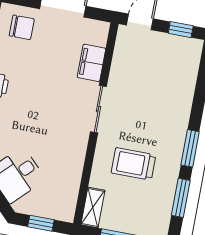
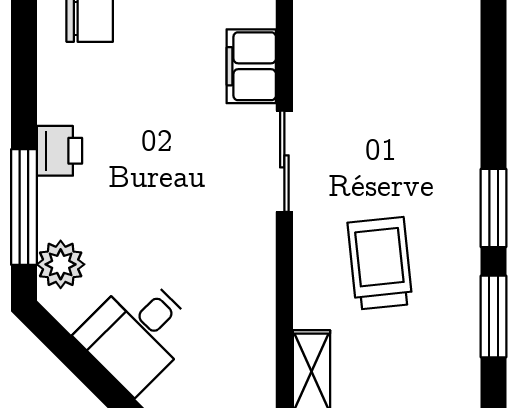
trolley: (133, 164) -> (380, 263), turned 84

